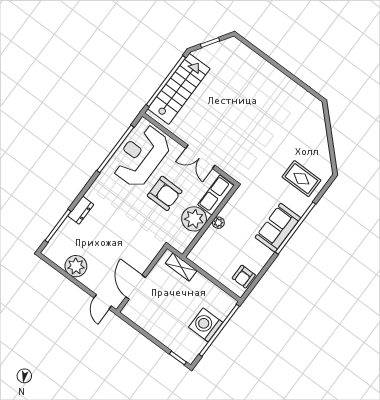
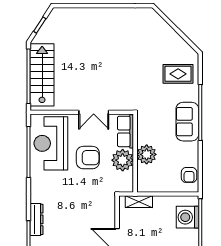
dresser: (81, 210) -> (37, 219), width x1.44
plant: (218, 223) -> (147, 154), width x1.88, depth x1.88
washing machine: (206, 325) -> (187, 217), moved

